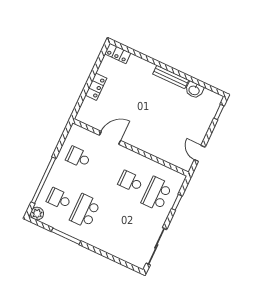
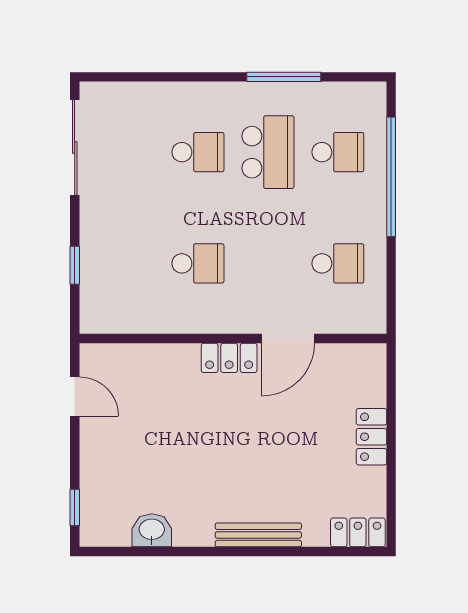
bench: (171, 77) -> (258, 535), moved
locker: (135, 141) -> (229, 358), added
school desk: (157, 194) -> (198, 152), moved, width x0.54
plant: (37, 214) -> (371, 97), removed

